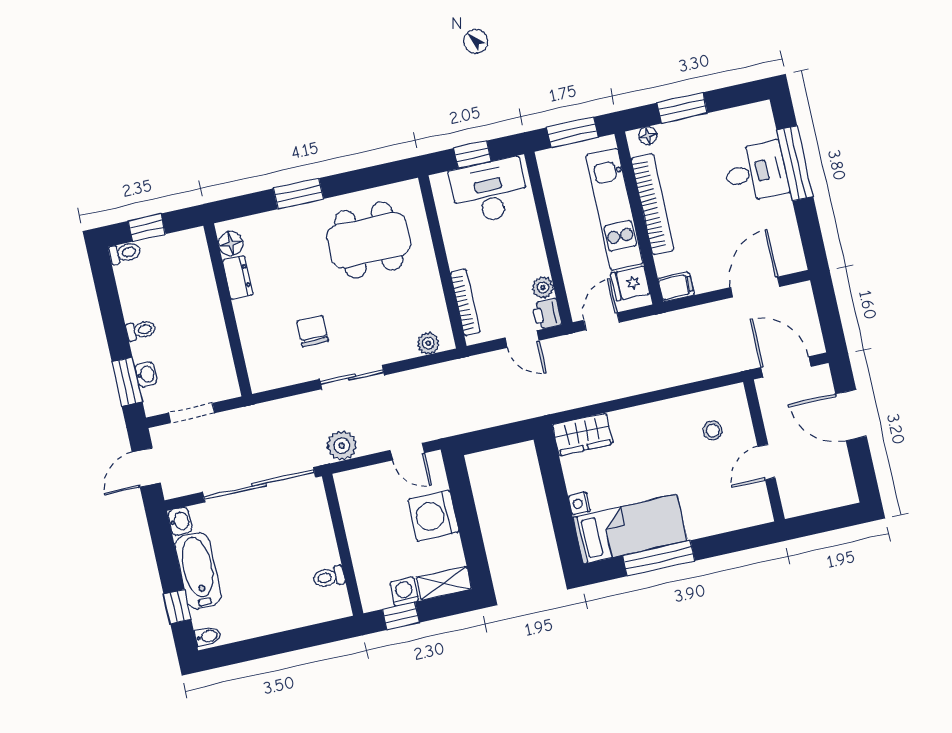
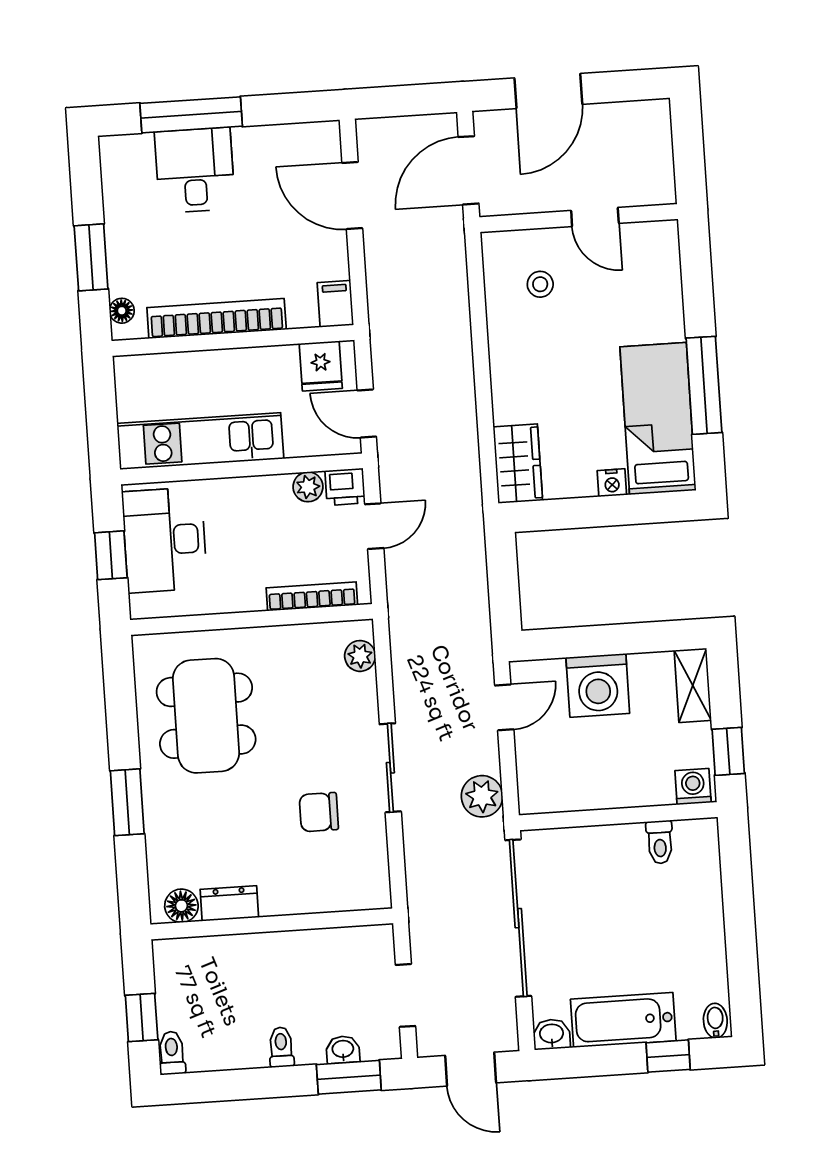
window: (572, 132) -> (101, 413), removed
kitchen unit: (614, 209) -> (200, 441), moved, turned 180
washing machine: (404, 592) -> (693, 787), moved, turned 90

